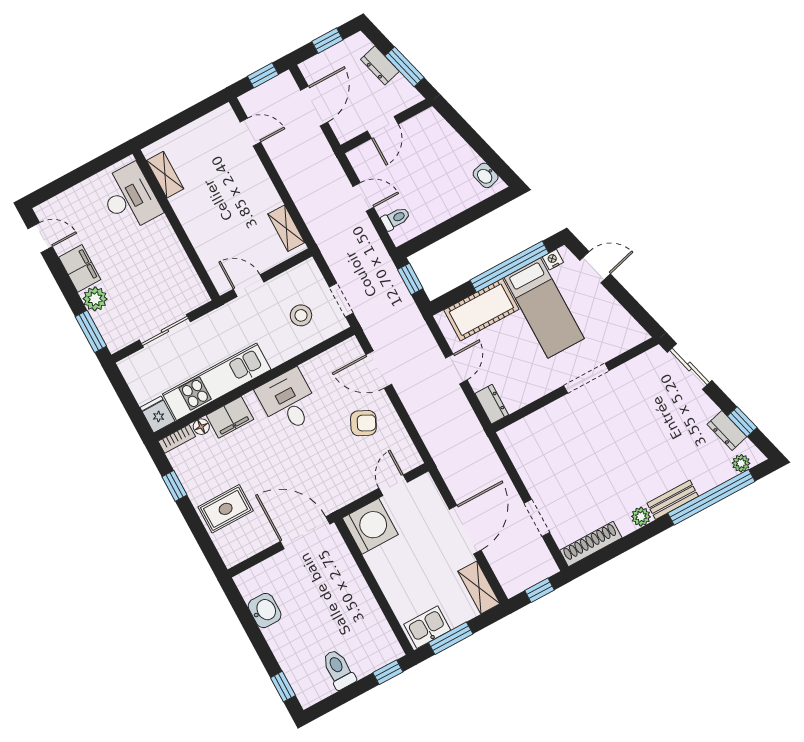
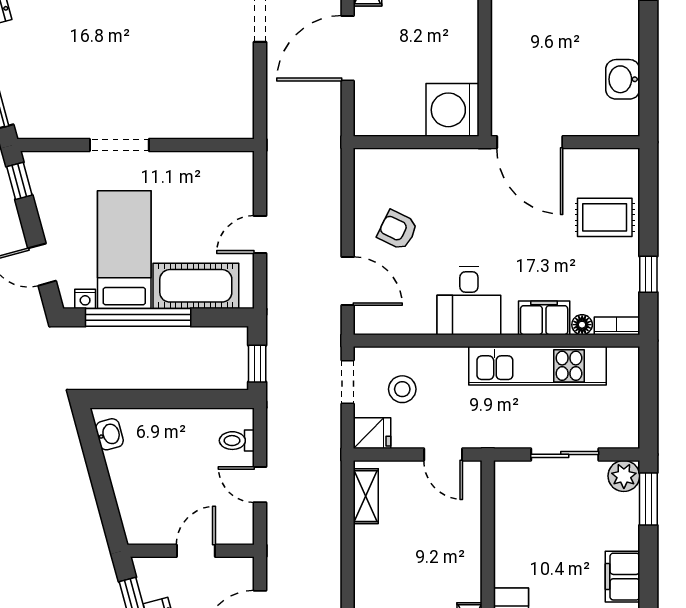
plant: (95, 299) -> (624, 476), moved
window: (642, 316) -> (19, 181), added
dresser: (492, 404) -> (242, 173), removed
fridge: (157, 414) -> (372, 433), moved, turned -90
door: (393, 485) -> (402, 142), removed

